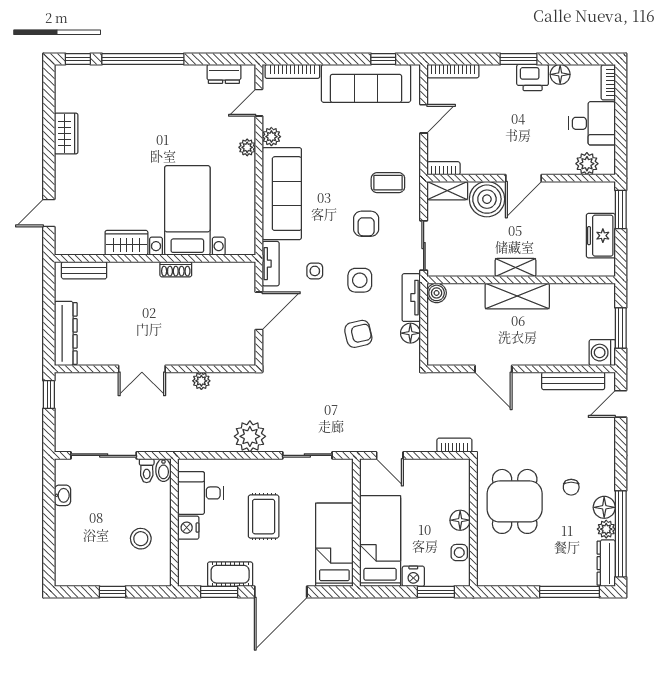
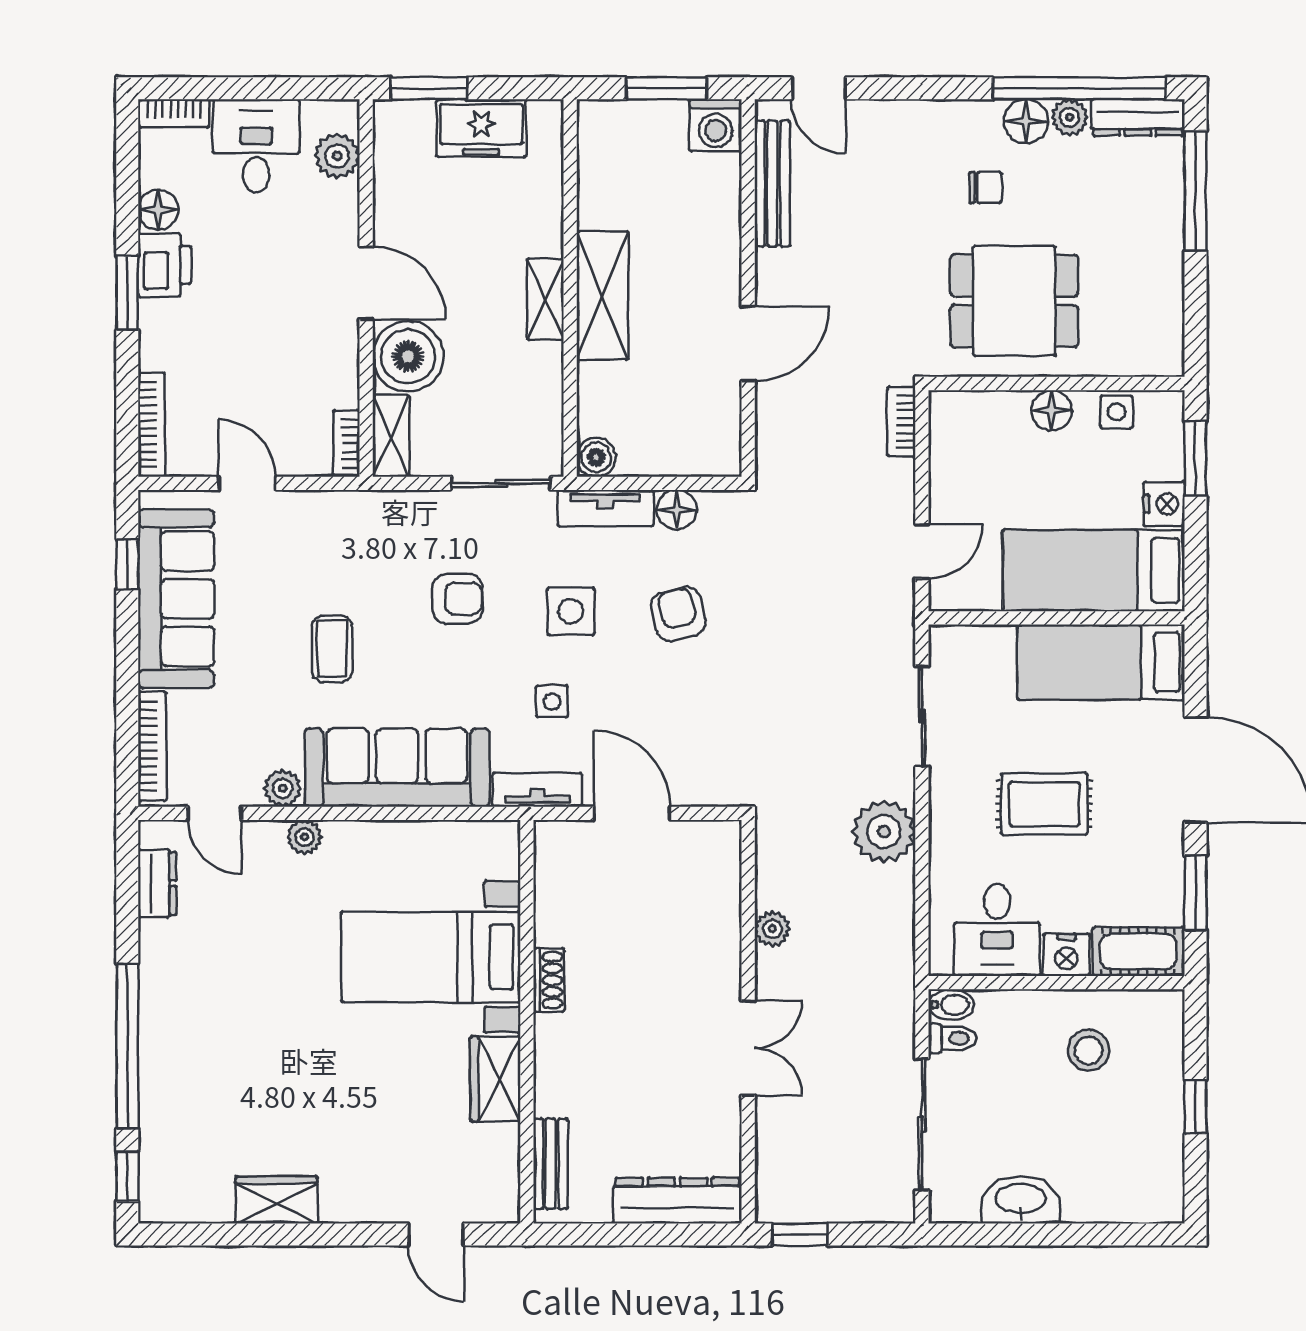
coffee table: (388, 183) -> (332, 649), moved
washbasin: (62, 495) -> (1021, 1200), width x1.91, depth x1.45
cot: (230, 574) -> (1138, 952), moved, turned 90

